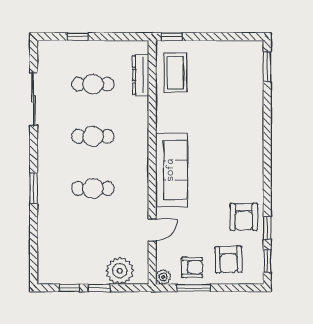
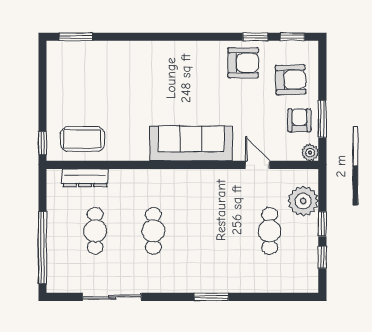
window: (78, 37) -> (43, 248), width x3.17
cafe table: (93, 188) -> (270, 231), moved

